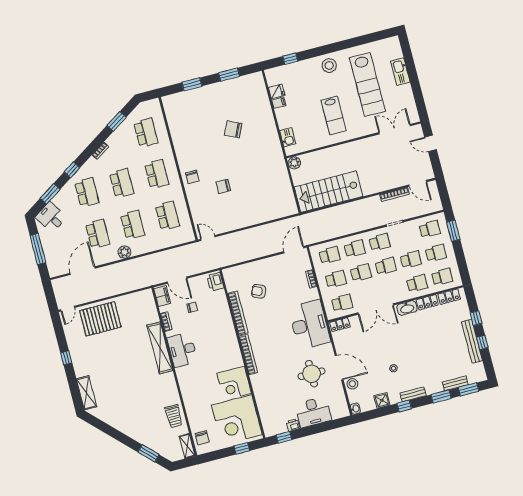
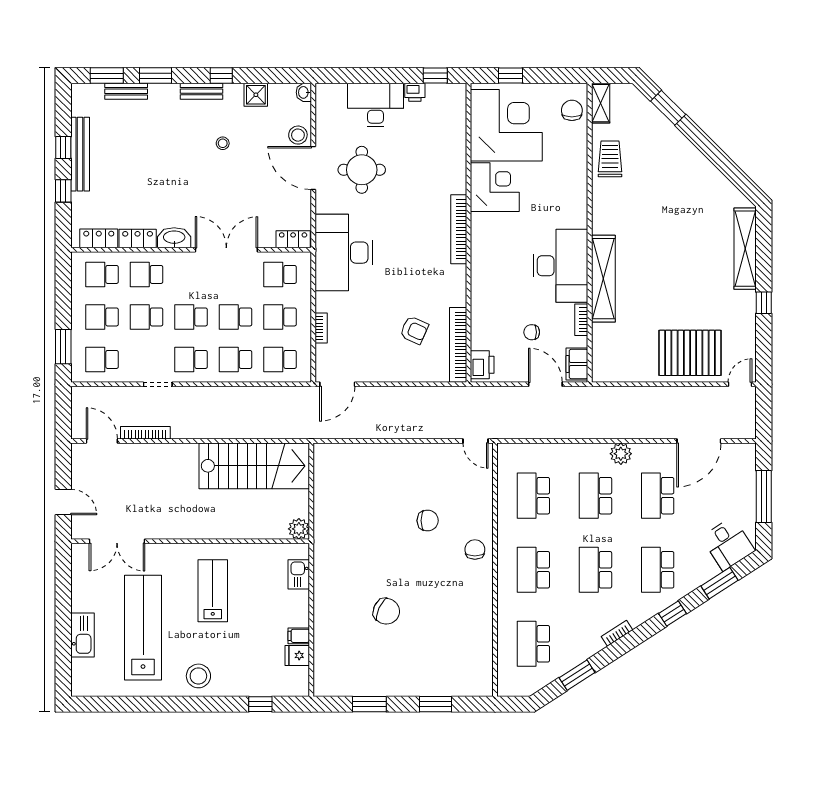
bookcase: (238, 313) -> (458, 345), moved
desk: (182, 350) -> (560, 266), width x1.36, depth x1.30
shelving: (87, 393) -> (745, 249), width x1.47

